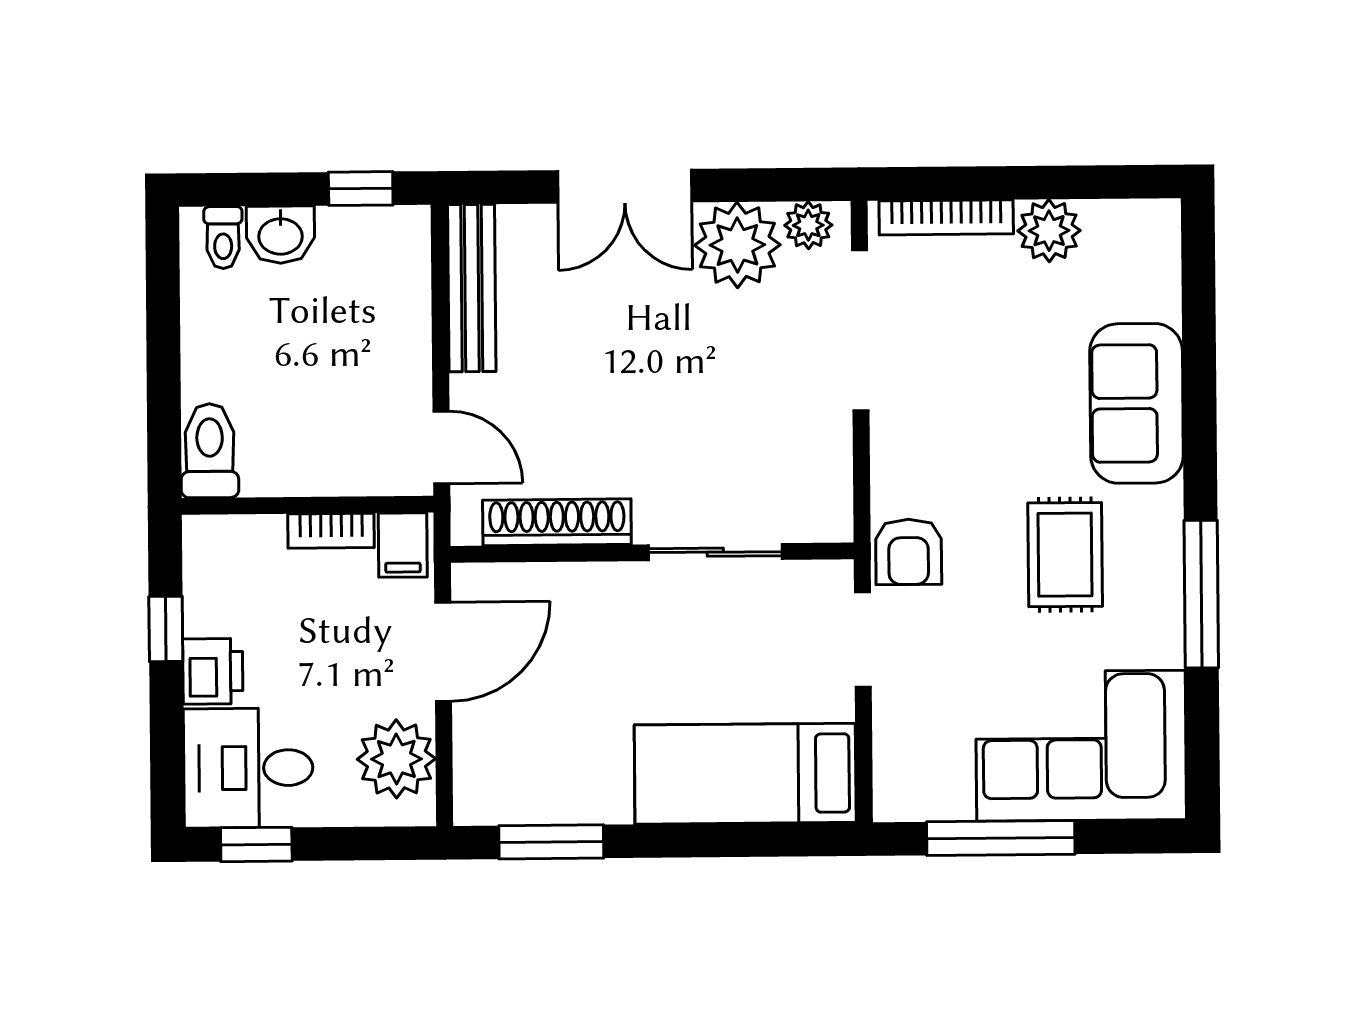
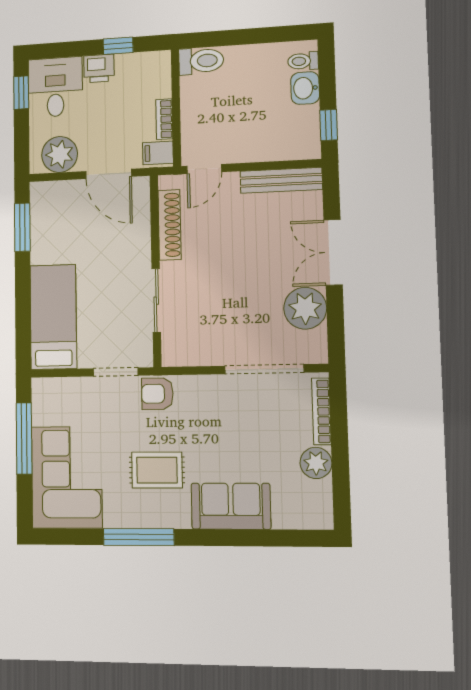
plant: (808, 225) -> (316, 343), removed

